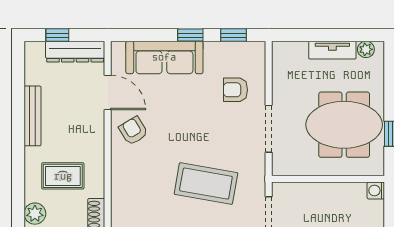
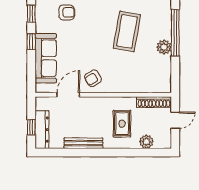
dresser: (75, 52) -> (42, 130), moved
armchair: (235, 90) -> (67, 12), turned -90

